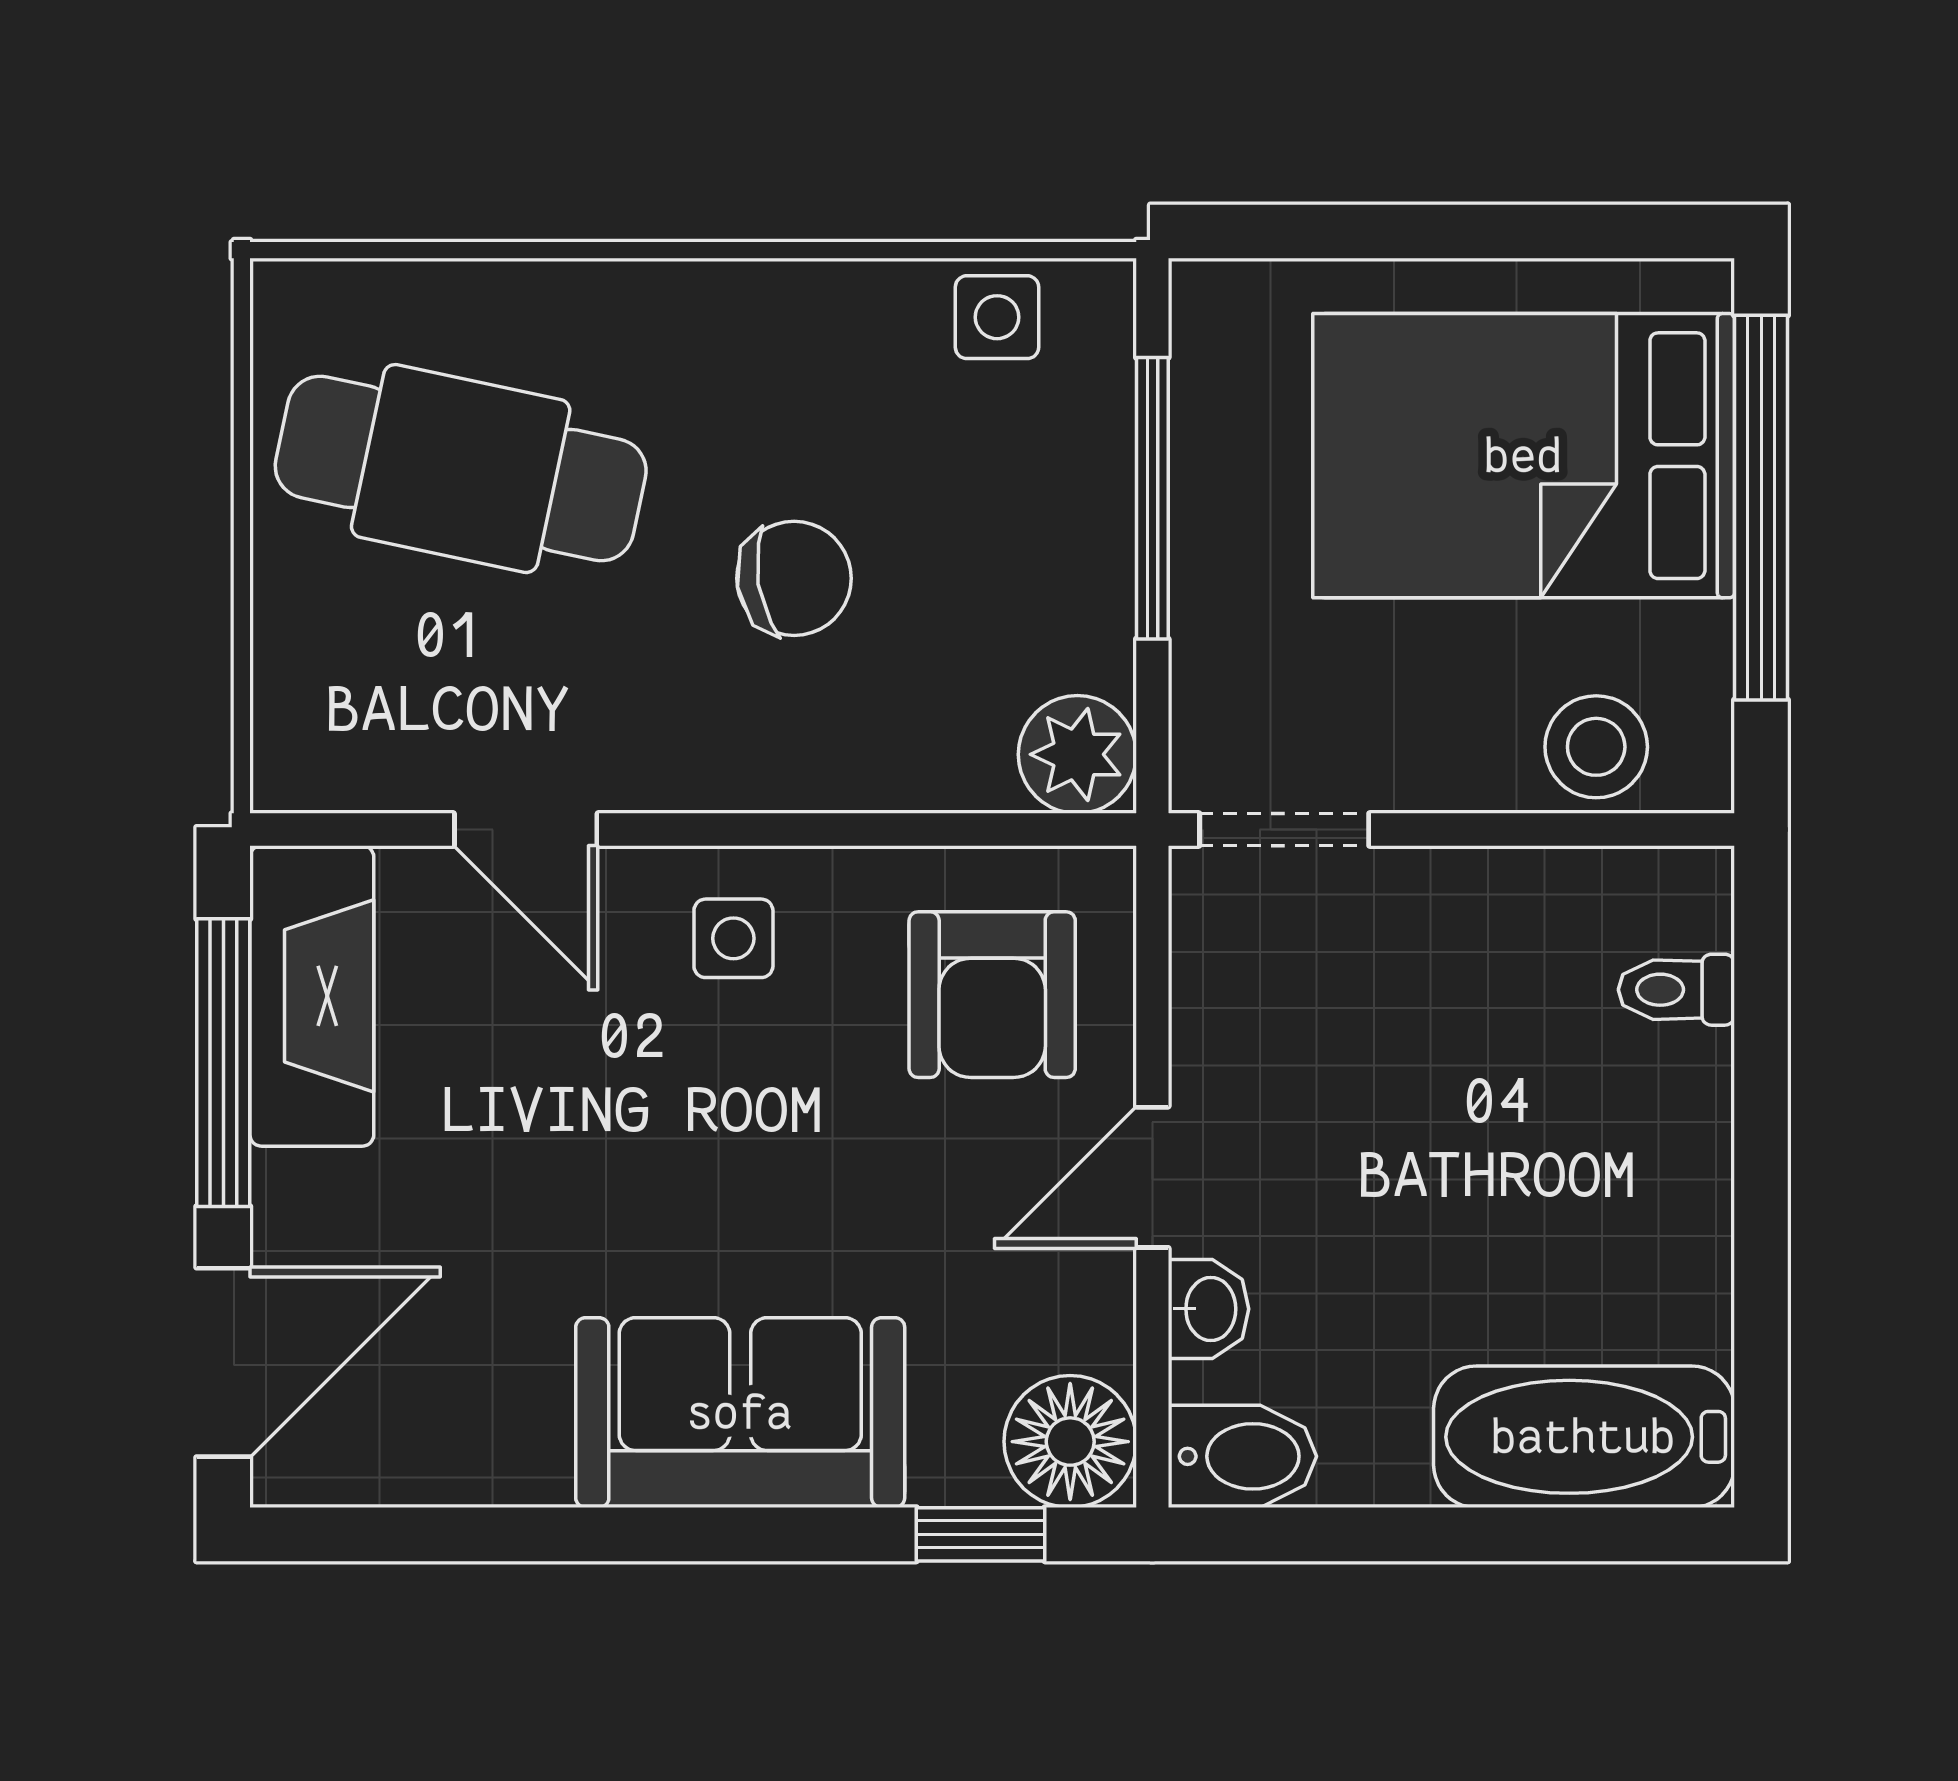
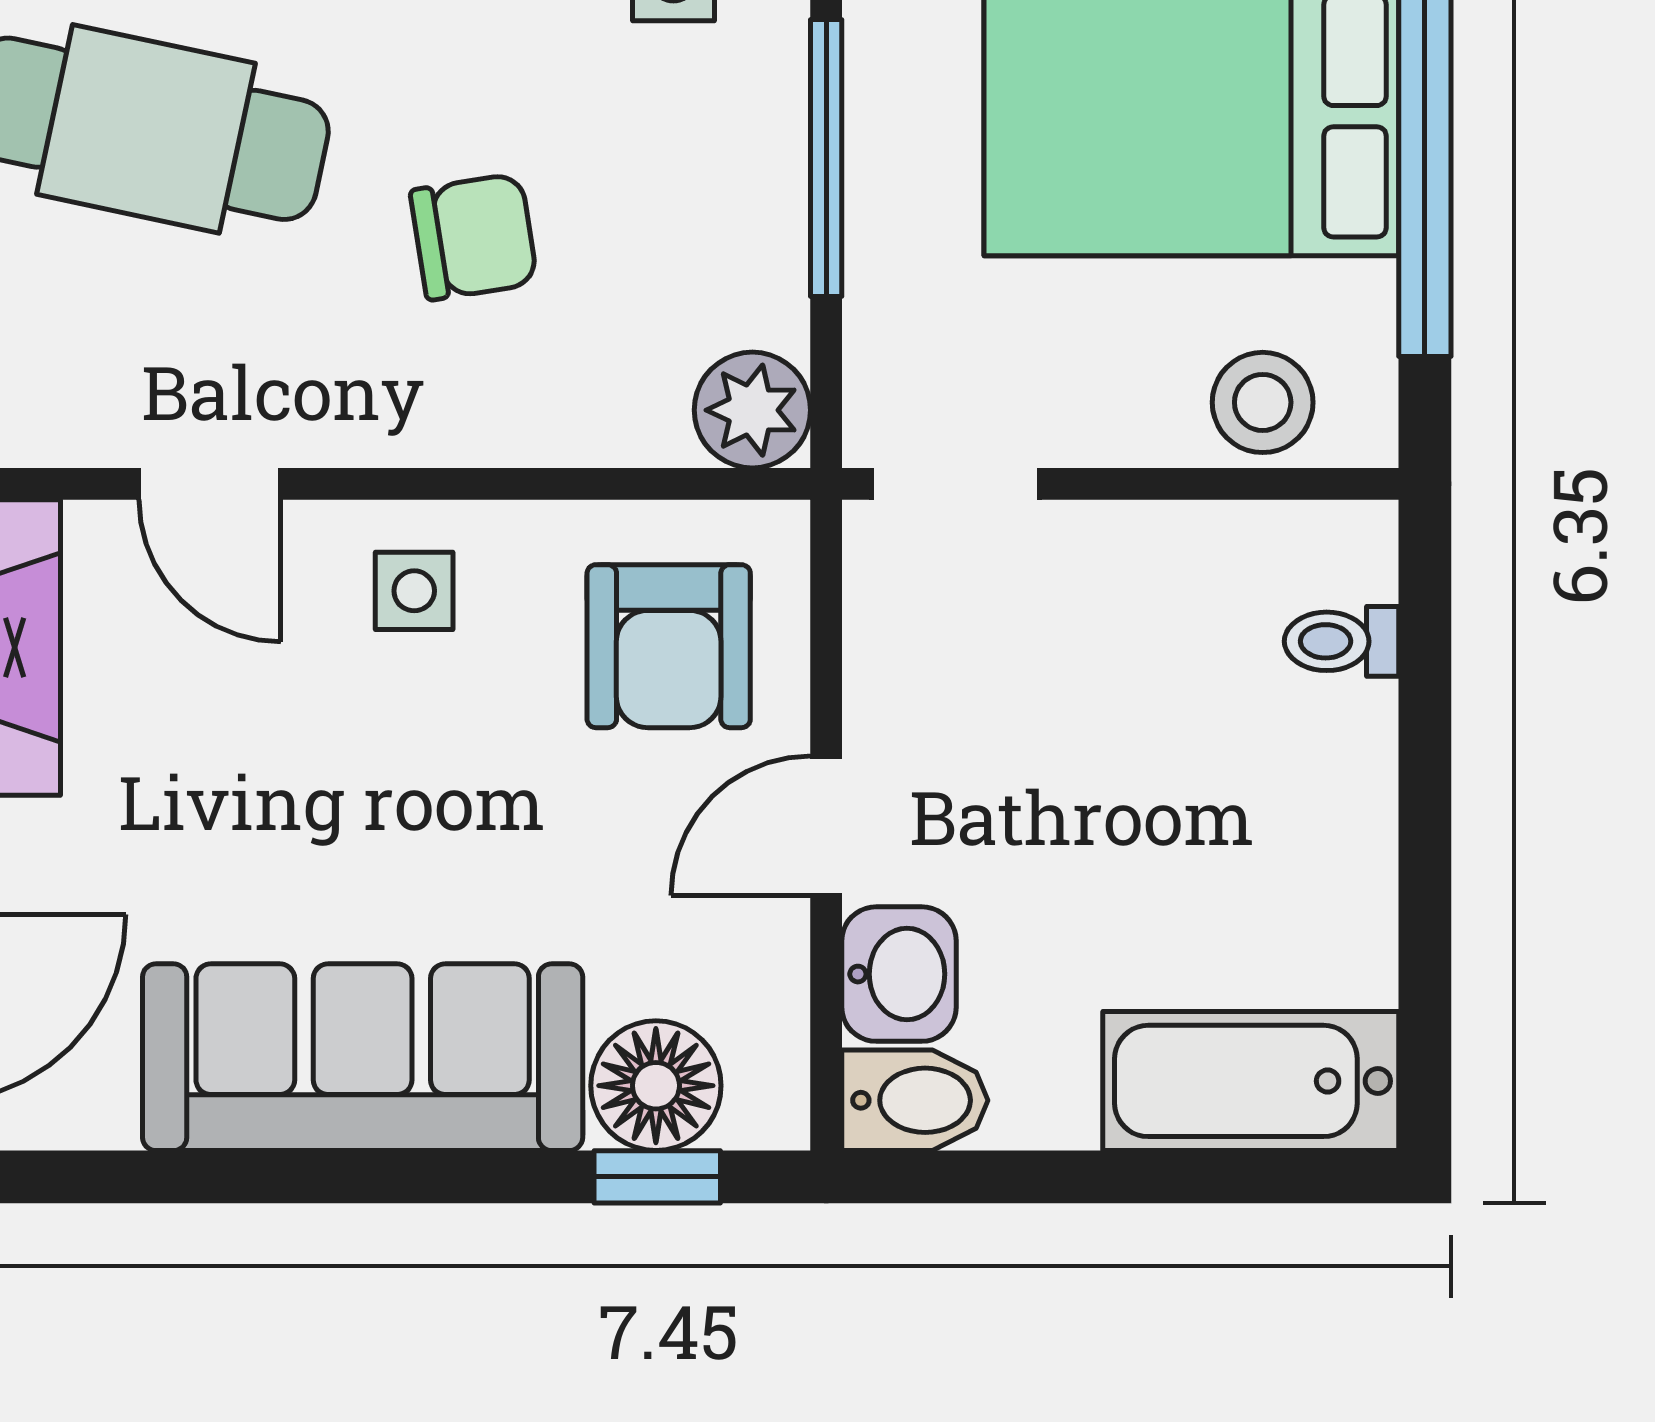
washbasin: (1208, 1309) -> (899, 974), width x1.38, depth x1.45
sofa: (740, 1413) -> (363, 1057), width x1.36
floor lamp: (1070, 1442) -> (656, 1086), moved

